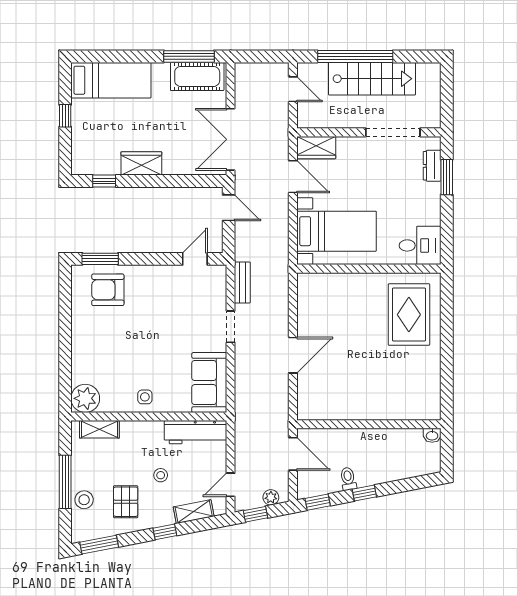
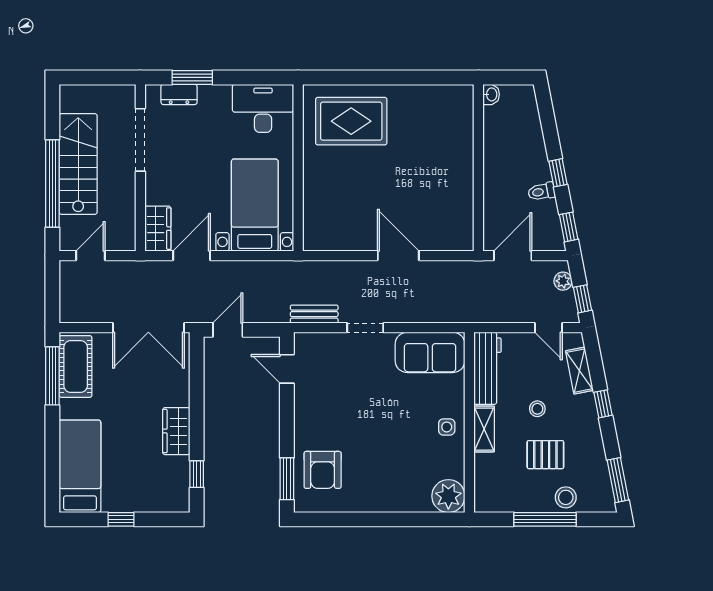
desk: (420, 245) -> (263, 108), width x1.37
shelving: (99, 429) -> (484, 429), moved
pallet: (126, 502) -> (545, 455), moved

